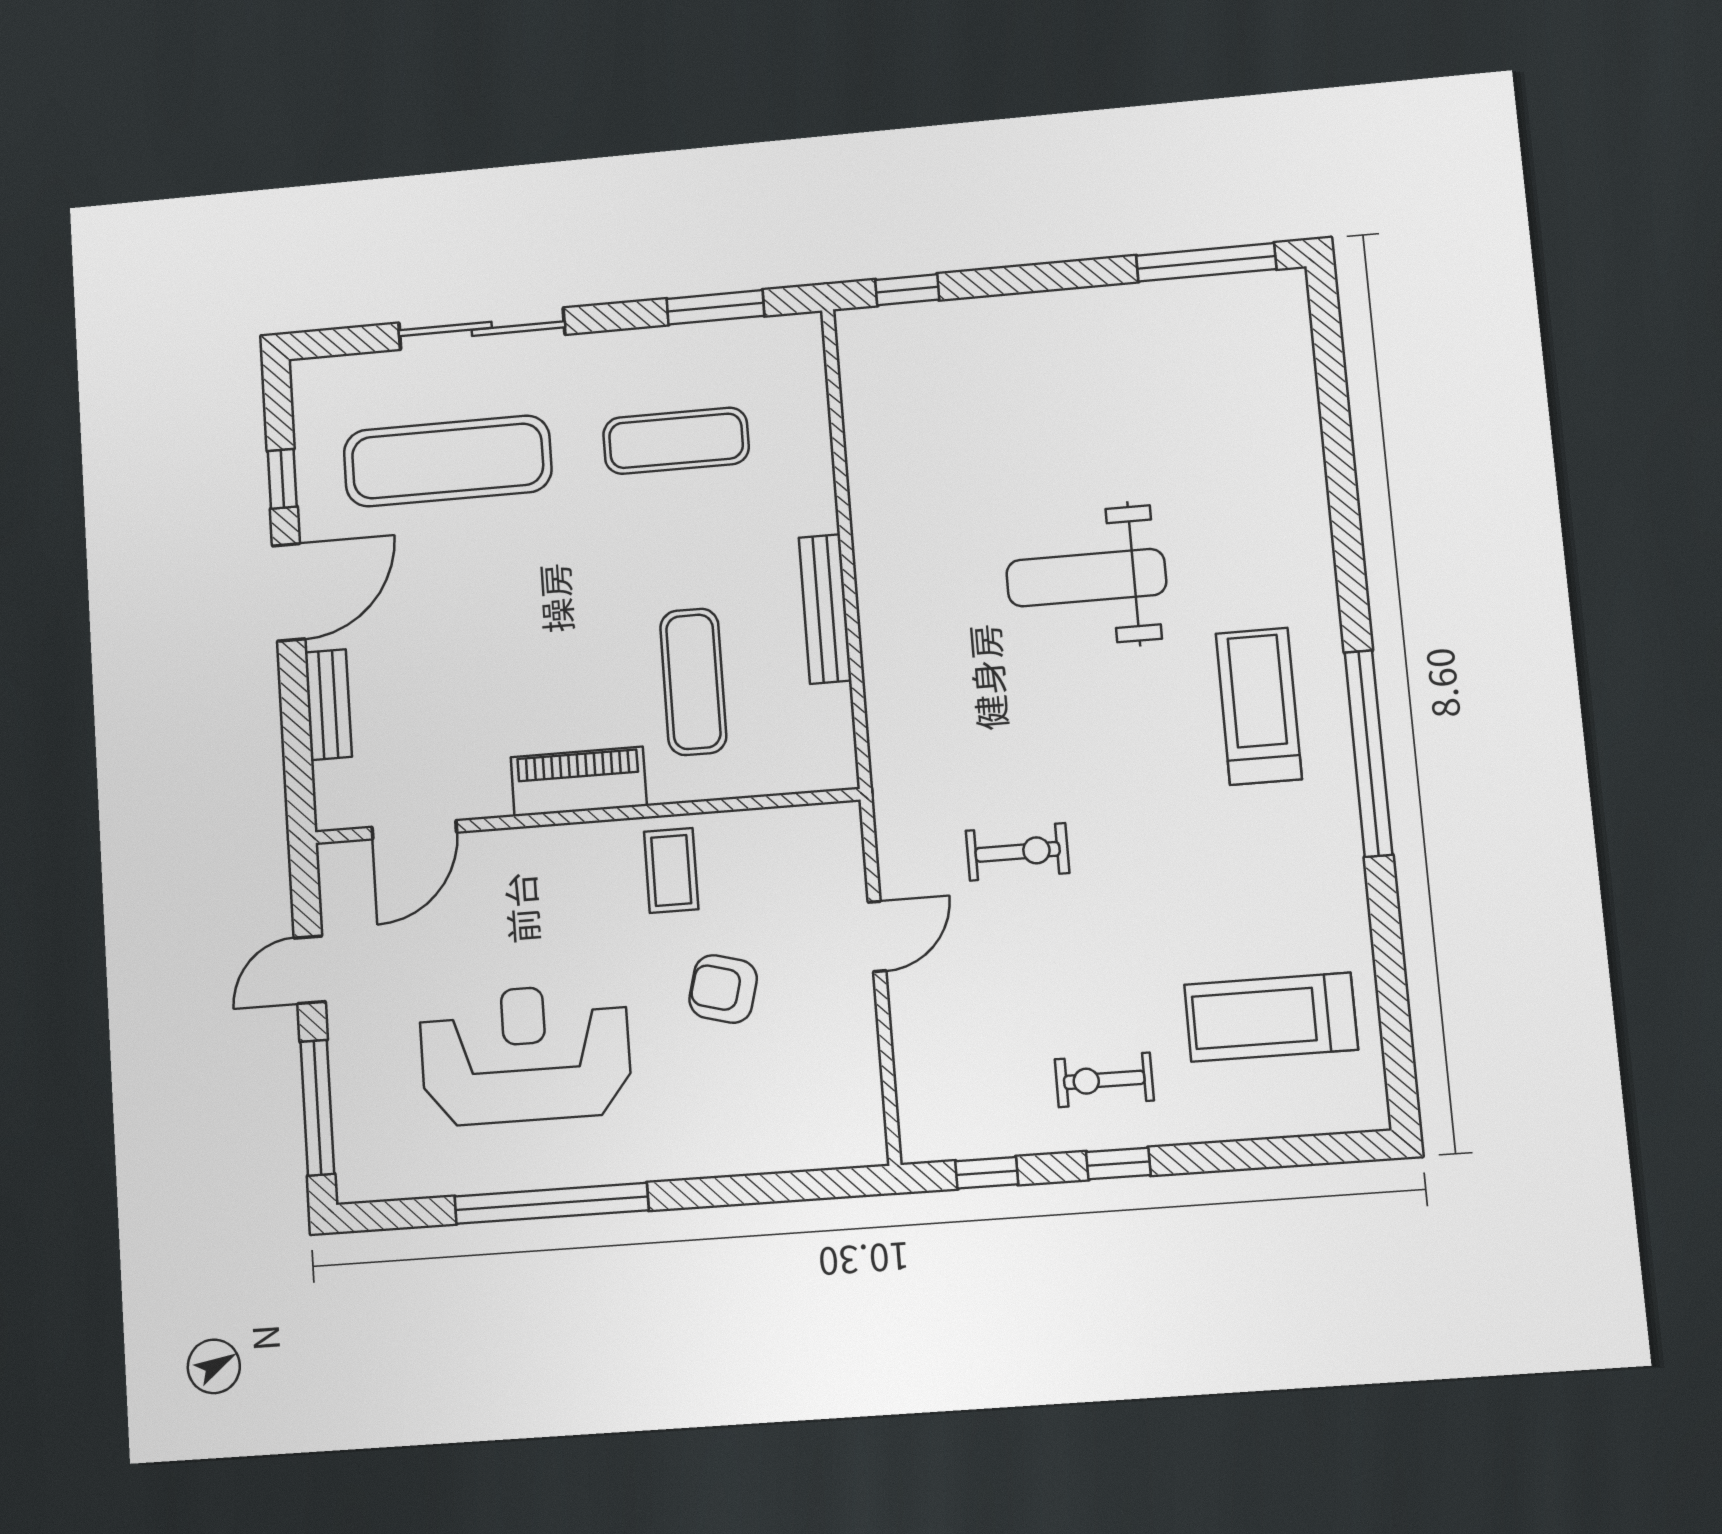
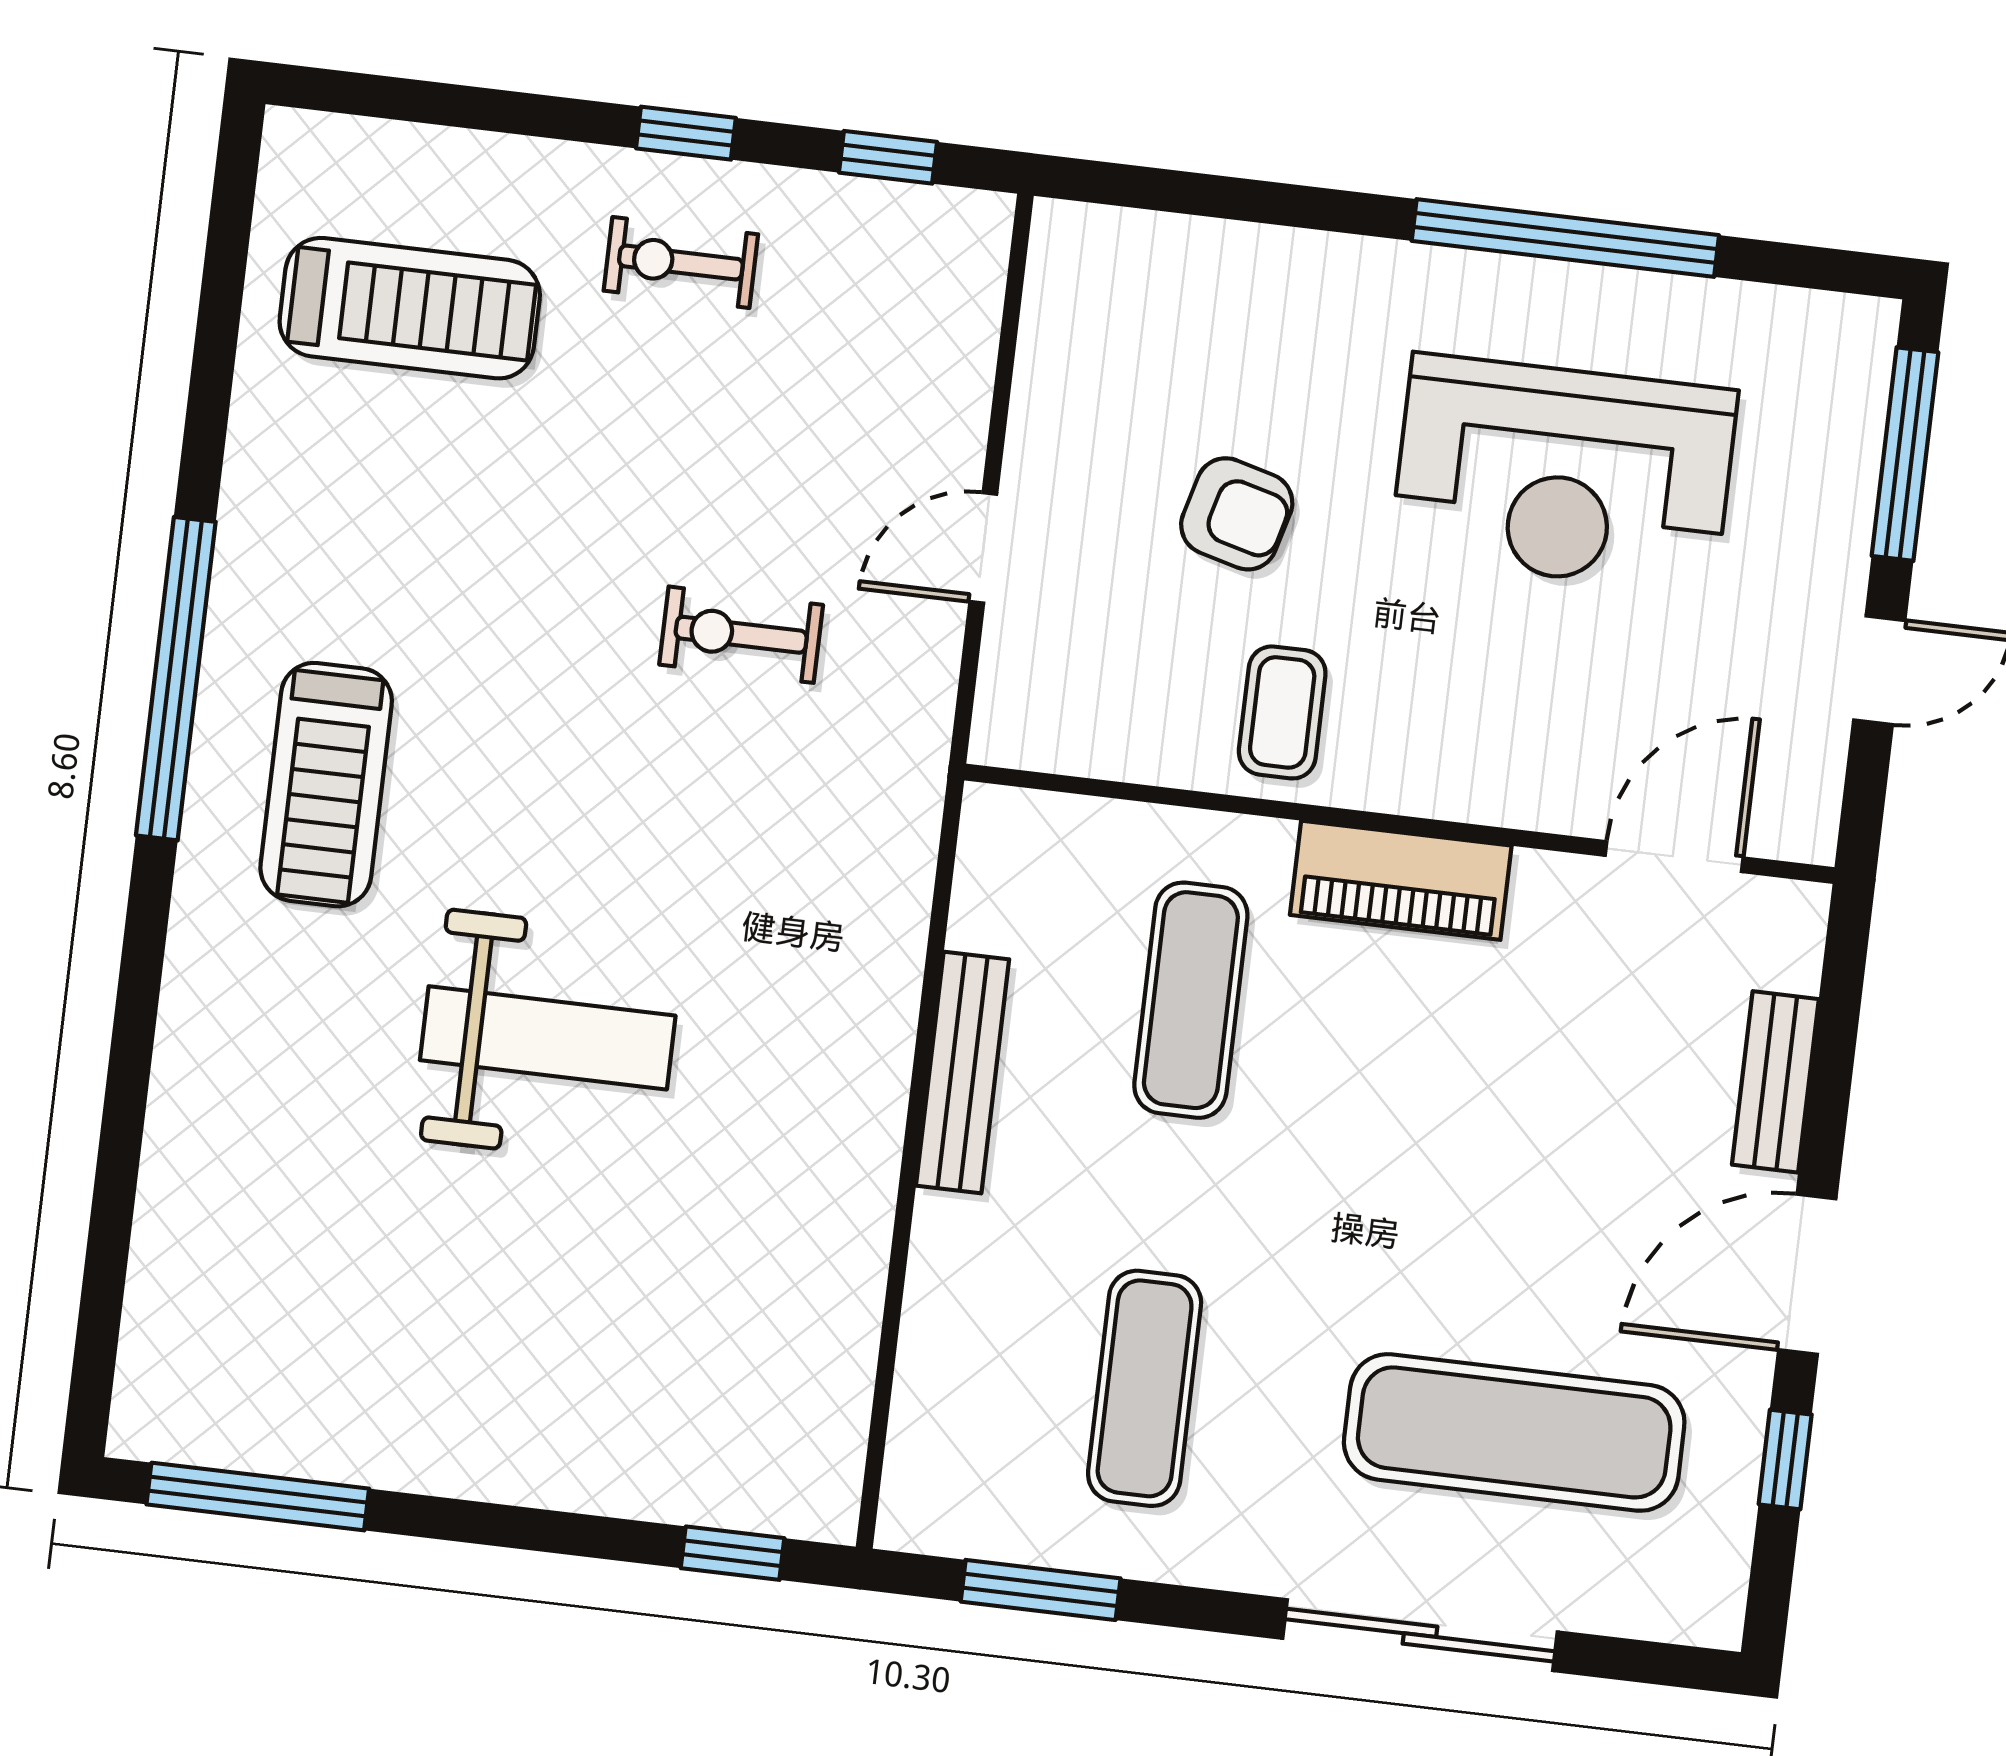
exercise mat: (676, 441) -> (1145, 1388), turned 90
exercise bike: (1104, 1080) -> (681, 263), turned 180

